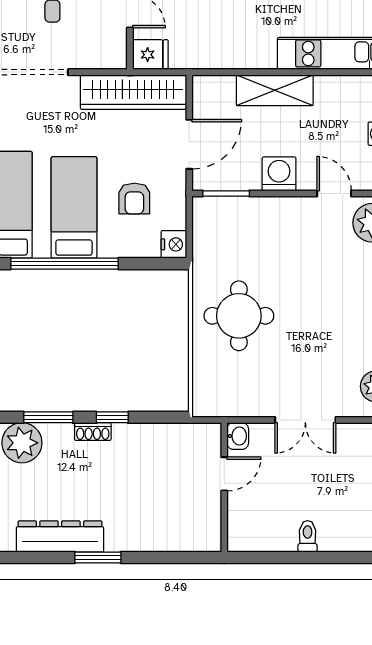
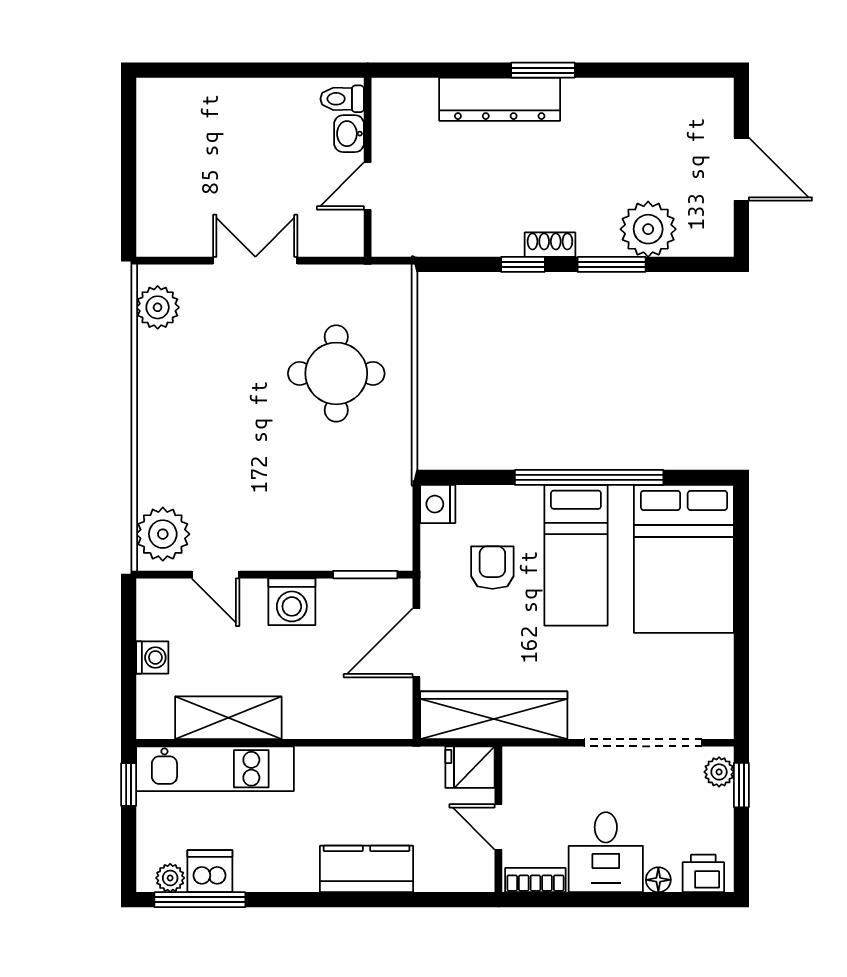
shelving: (275, 90) -> (228, 718), moved
round table: (239, 316) -> (336, 373), moved
washbasin: (238, 436) -> (349, 134), moved
toilet: (308, 536) -> (342, 99), moved, turned 90
dresser: (60, 537) -> (500, 99), moved

